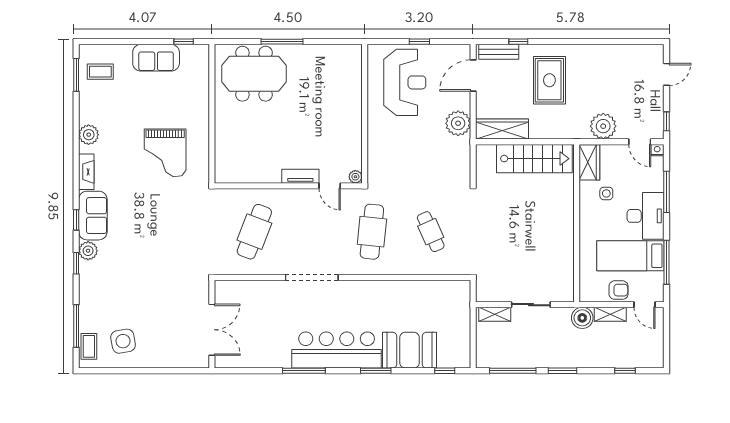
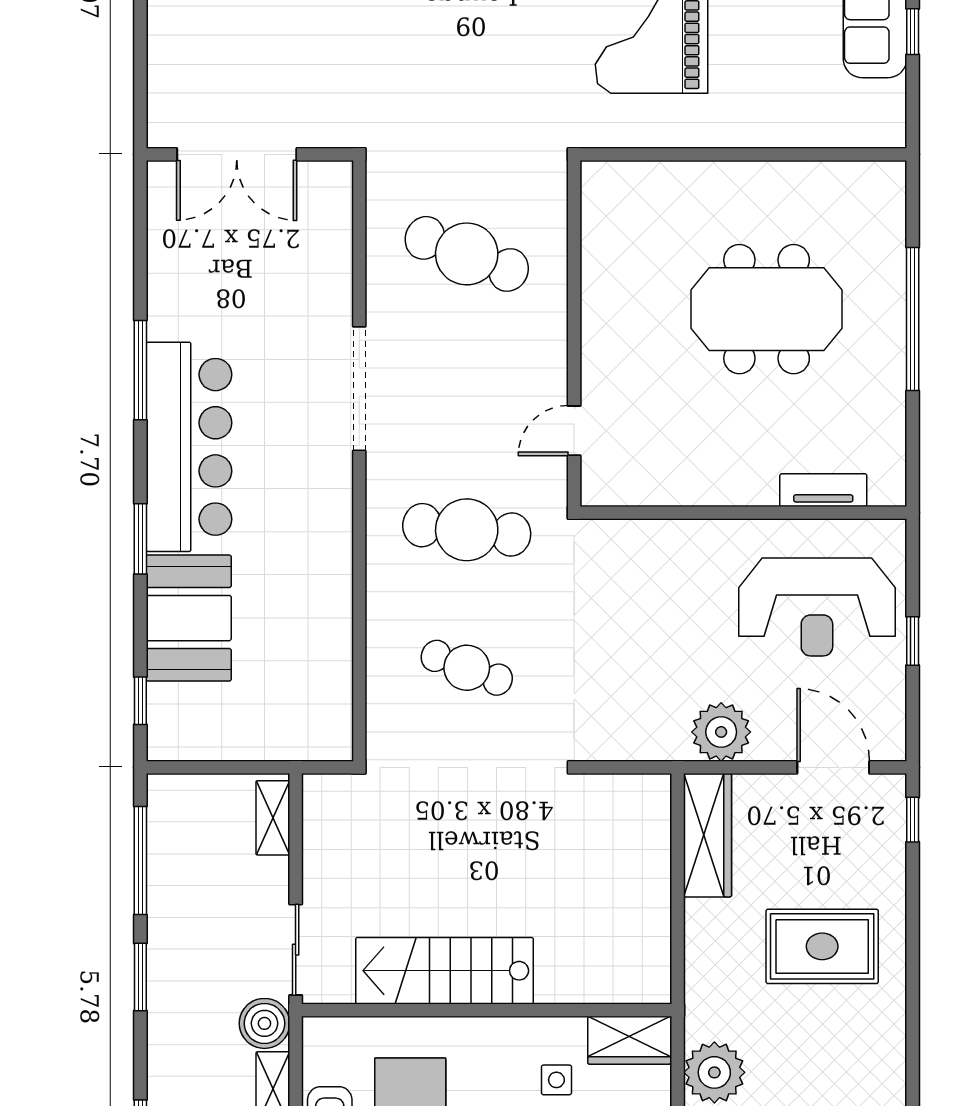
window: (184, 42) -> (913, 32), moved
window: (282, 42) -> (913, 319), width x1.46
window: (518, 42) -> (913, 820), moved
bench: (499, 52) -> (889, 827), removed
meeting table: (254, 74) -> (767, 309), moved, turned 90
stairs: (534, 159) -> (445, 971), moved, turned 90
tv unit: (300, 176) -> (823, 490), moved, turned -90
plant: (355, 177) -> (596, 491), removed
cafe table: (431, 232) -> (467, 668), turned 45
sliding door: (531, 305) -> (296, 950), moved

